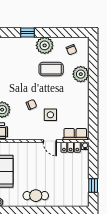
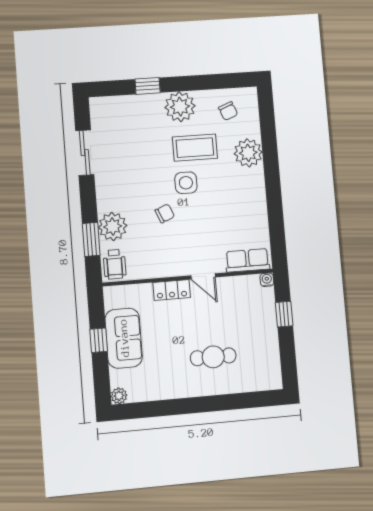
side table: (50, 115) -> (186, 183), moved
locker: (71, 147) -> (172, 290), moved
window: (93, 185) -> (284, 314), moved
cafe table: (36, 196) -> (213, 357), moved

